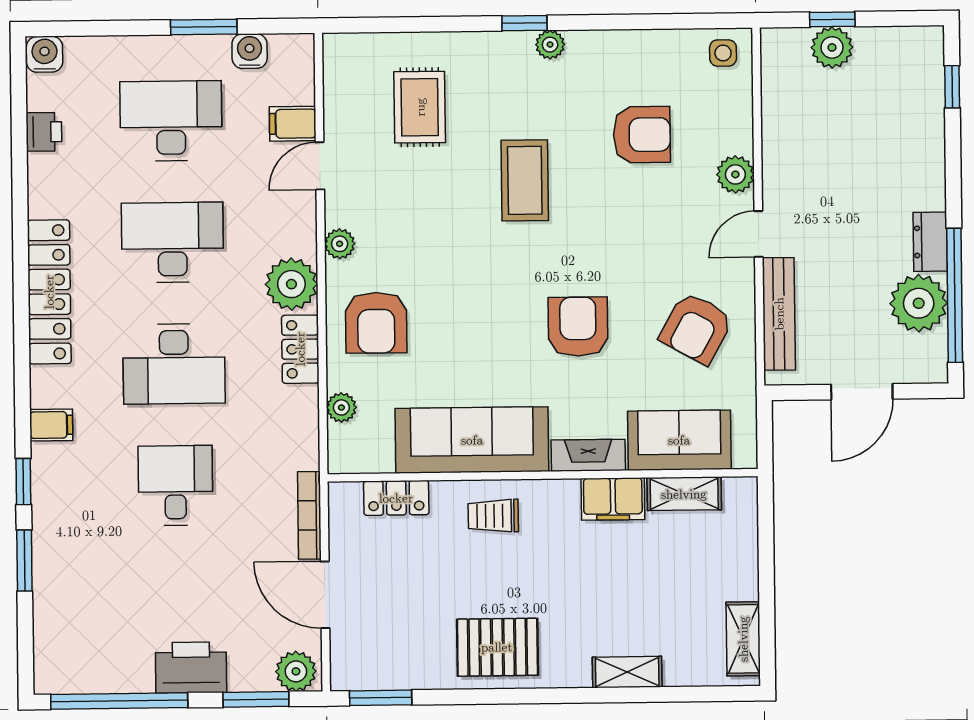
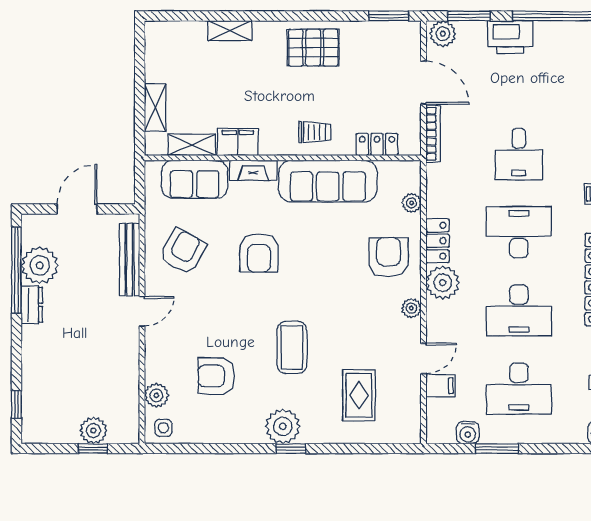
plant: (550, 45) -> (283, 426), width x1.87, depth x1.87
plant: (735, 174) -> (156, 395), moved
shelving: (743, 639) -> (155, 107), moved

